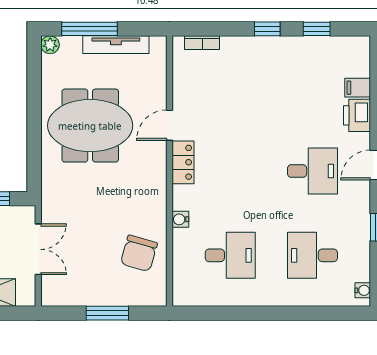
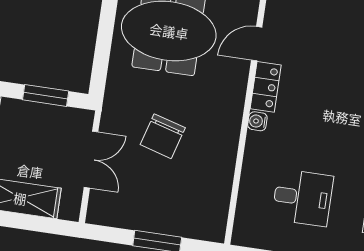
water cooler: (180, 219) -> (257, 121), moved
chair: (139, 253) -> (163, 136), moved

